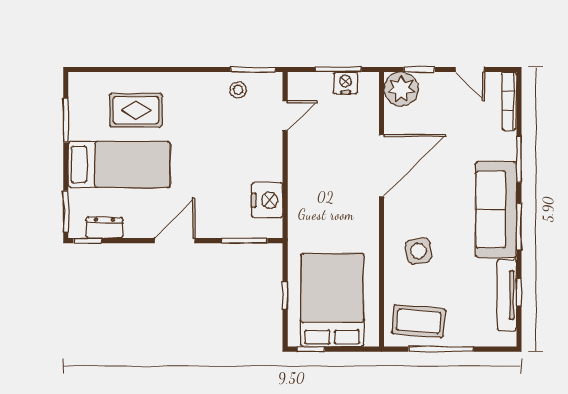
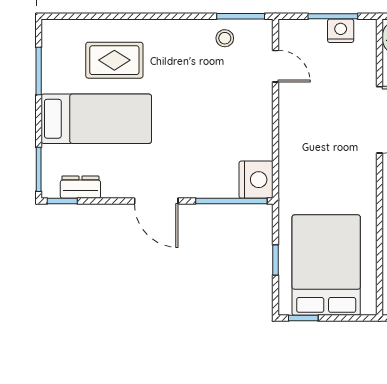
door: (285, 116) -> (275, 66), hinge flipped
nightstand: (267, 200) -> (256, 180), moved
door: (175, 241) -> (156, 201), swing flipped
window: (244, 241) -> (231, 201), width x1.44

